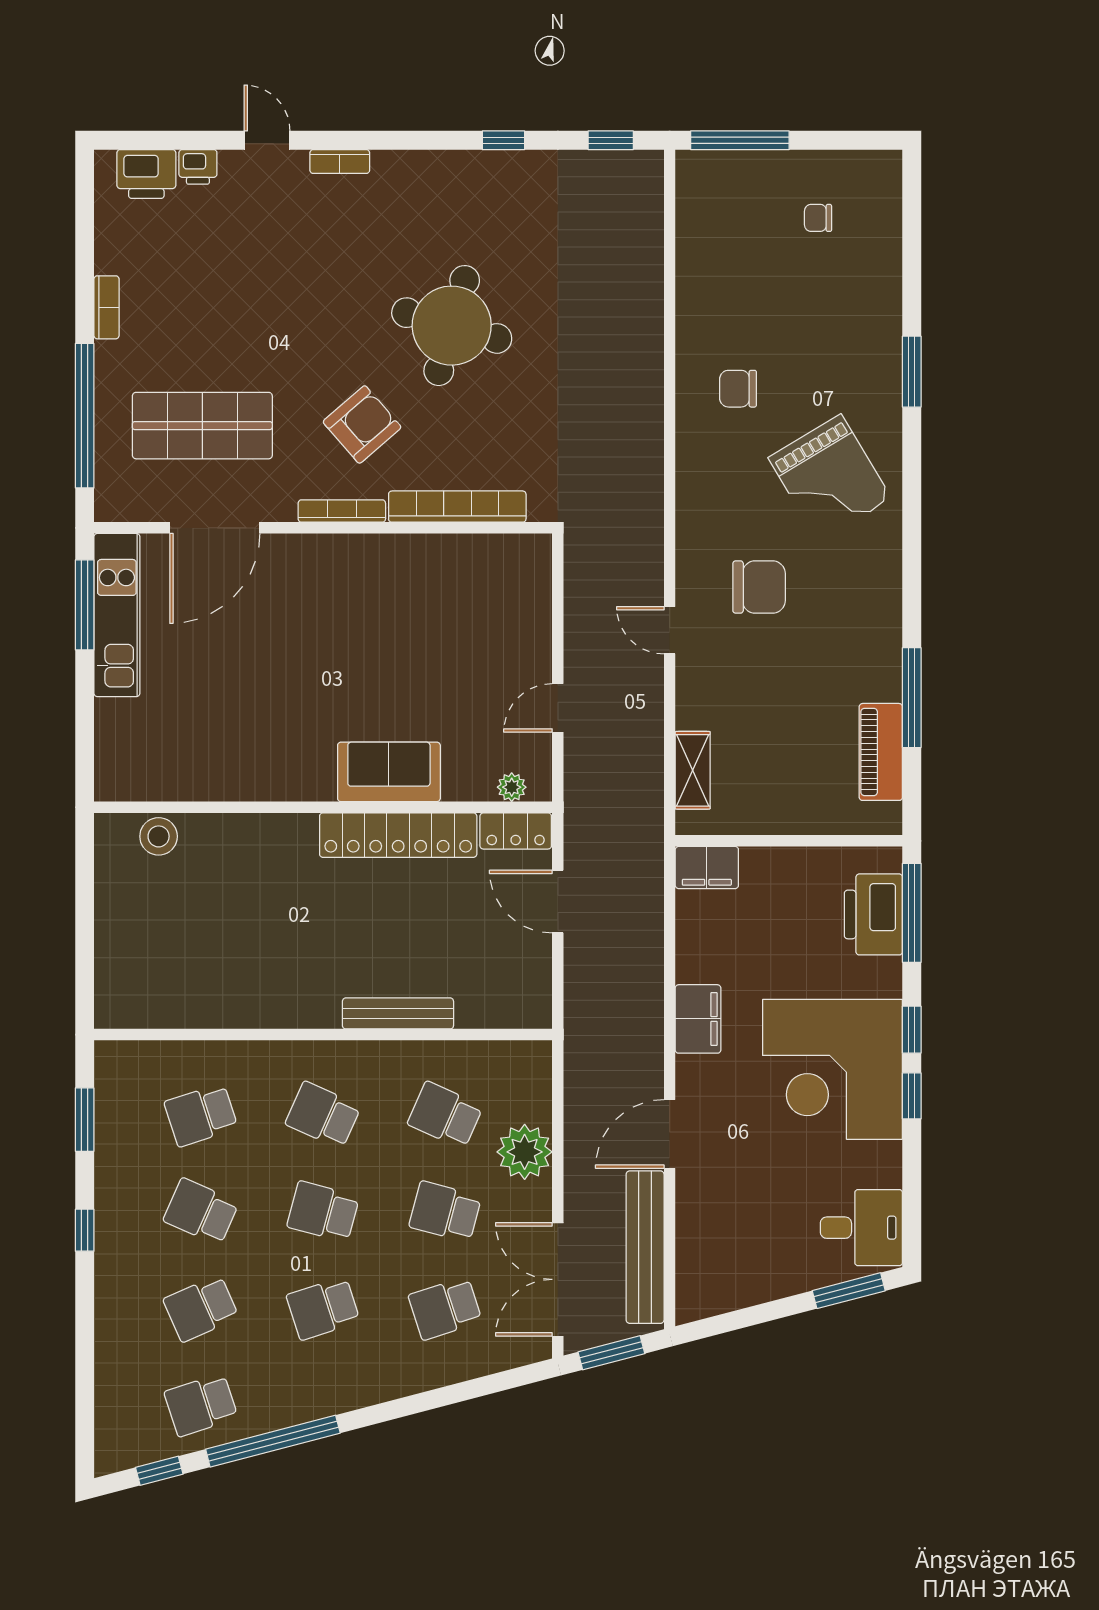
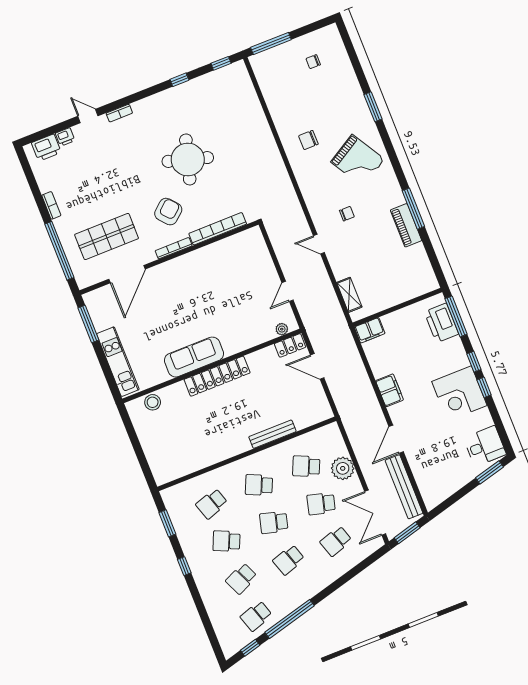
chair: (759, 587) -> (347, 214), width x0.54, depth x0.54
kitchen unit: (117, 615) -> (118, 362), moved
window: (912, 698) -> (413, 209), moved
piano: (881, 752) -> (406, 225), moved
sofa: (389, 772) -> (194, 357), moved, width x1.36
locker: (398, 835) -> (217, 376), moved
corner desk: (833, 1069) -> (459, 394), width x0.74, depth x0.74

